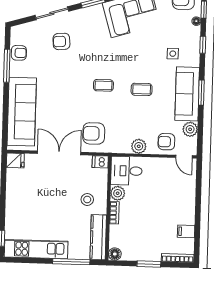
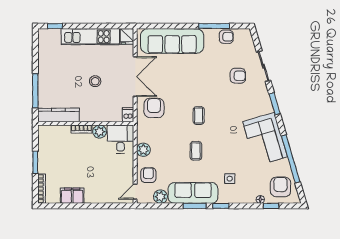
armchair: (61, 41) -> (238, 76), turned 94
window: (203, 45) -> (221, 206), moved
armchair: (19, 53) -> (226, 37), turned -90
stool: (87, 200) -> (95, 81), moved
filing cabinet: (186, 231) -> (72, 196), width x2.00
kitchen unit: (36, 249) -> (90, 37), moved, turned 90
floor lamp: (115, 254) -> (44, 131), removed

